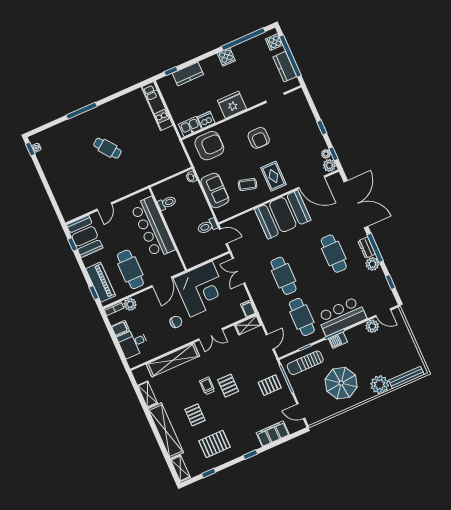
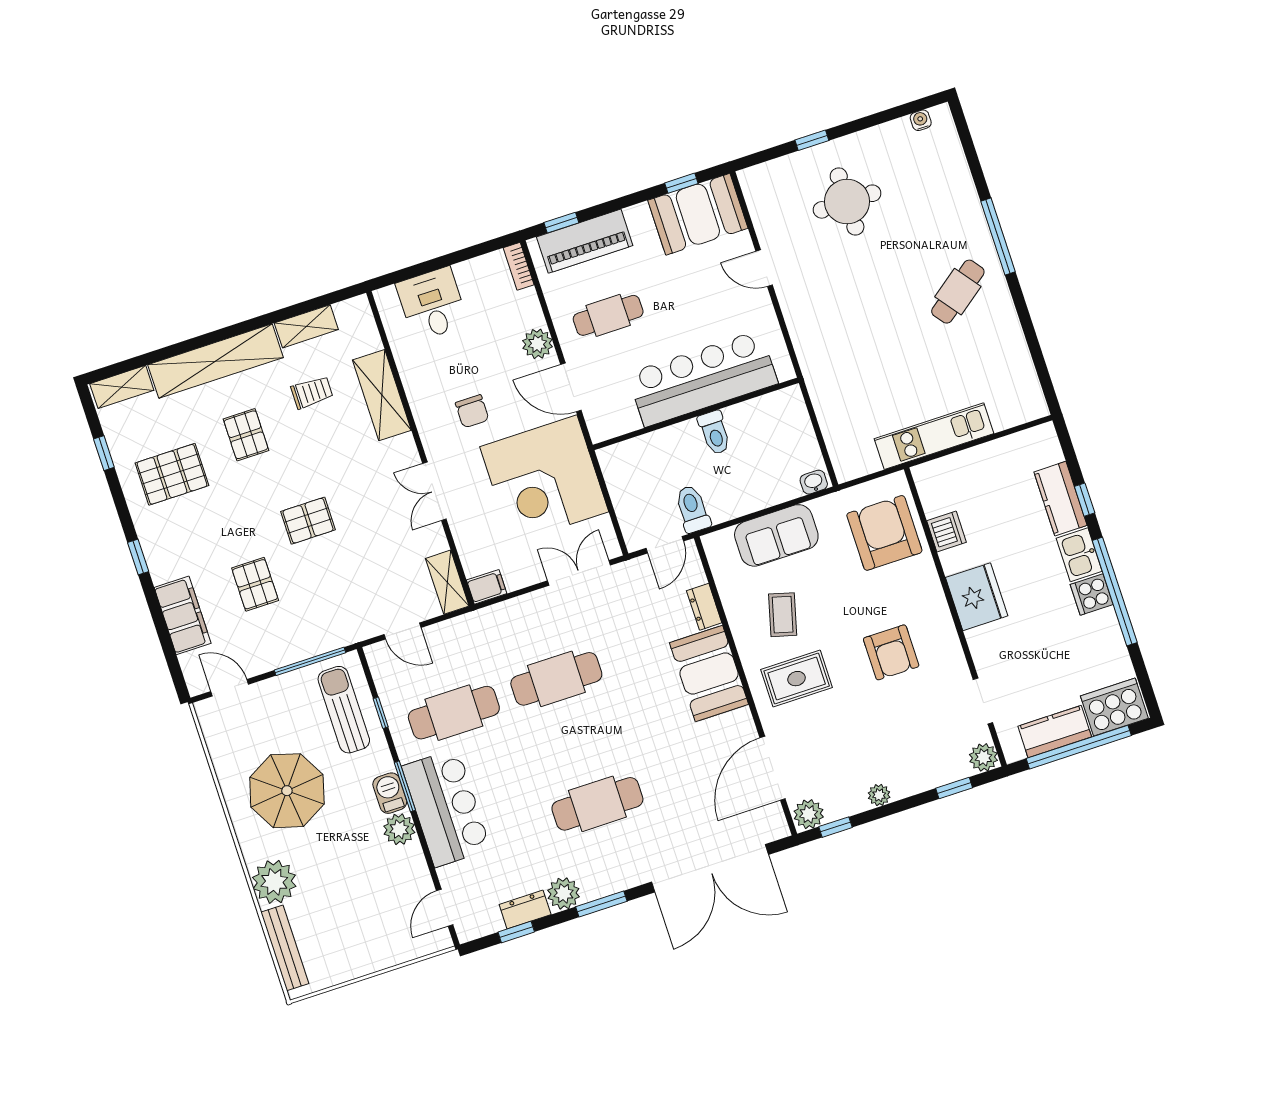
window: (243, 39) -> (1115, 591), moved
cooker: (274, 42) -> (1114, 707), width x1.87, depth x1.31
window: (171, 71) -> (1085, 500), moved
plant: (298, 95) -> (983, 757), added
kitchen unit: (157, 106) -> (934, 436), moved
kitchen sink: (190, 127) -> (1079, 555), moved, turned 180
window: (322, 127) -> (954, 788), moved
armchair: (259, 138) -> (891, 652), turned -90
armchair: (209, 146) -> (884, 533), turned 180
cafe table: (107, 148) -> (958, 292), moved
window: (30, 149) -> (812, 140), moved
plant: (326, 154) -> (879, 795), moved
round table: (73, 175) -> (847, 202), added
toilet: (167, 203) -> (714, 433), moved
booth: (283, 215) -> (709, 673), width x0.73, depth x0.70
dresser: (247, 217) -> (704, 607), added
dresser: (367, 248) -> (525, 910), moved
window: (375, 248) -> (601, 904), width x0.69
cafe table: (130, 269) -> (608, 315), width x0.73, depth x0.74
plant: (130, 304) -> (537, 344), moved
plant: (372, 326) -> (399, 829), moved
filing cabinet: (120, 328) -> (470, 277), removed
shelving: (173, 360) -> (382, 395), width x0.68
pallet: (270, 385) -> (255, 584), moved
trolley: (207, 386) -> (312, 392), moved
door: (301, 411) -> (230, 688), hinge flipped
pallet: (195, 415) -> (246, 435), turned 90
pallet: (215, 444) -> (172, 474), turned 90

